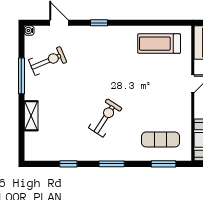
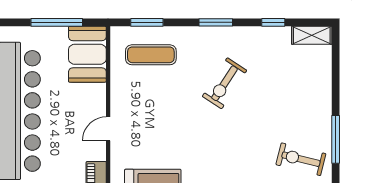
exercise bike: (48, 61) -> (301, 159), turned 37
shelving: (31, 116) -> (312, 35), moved, turned 90

